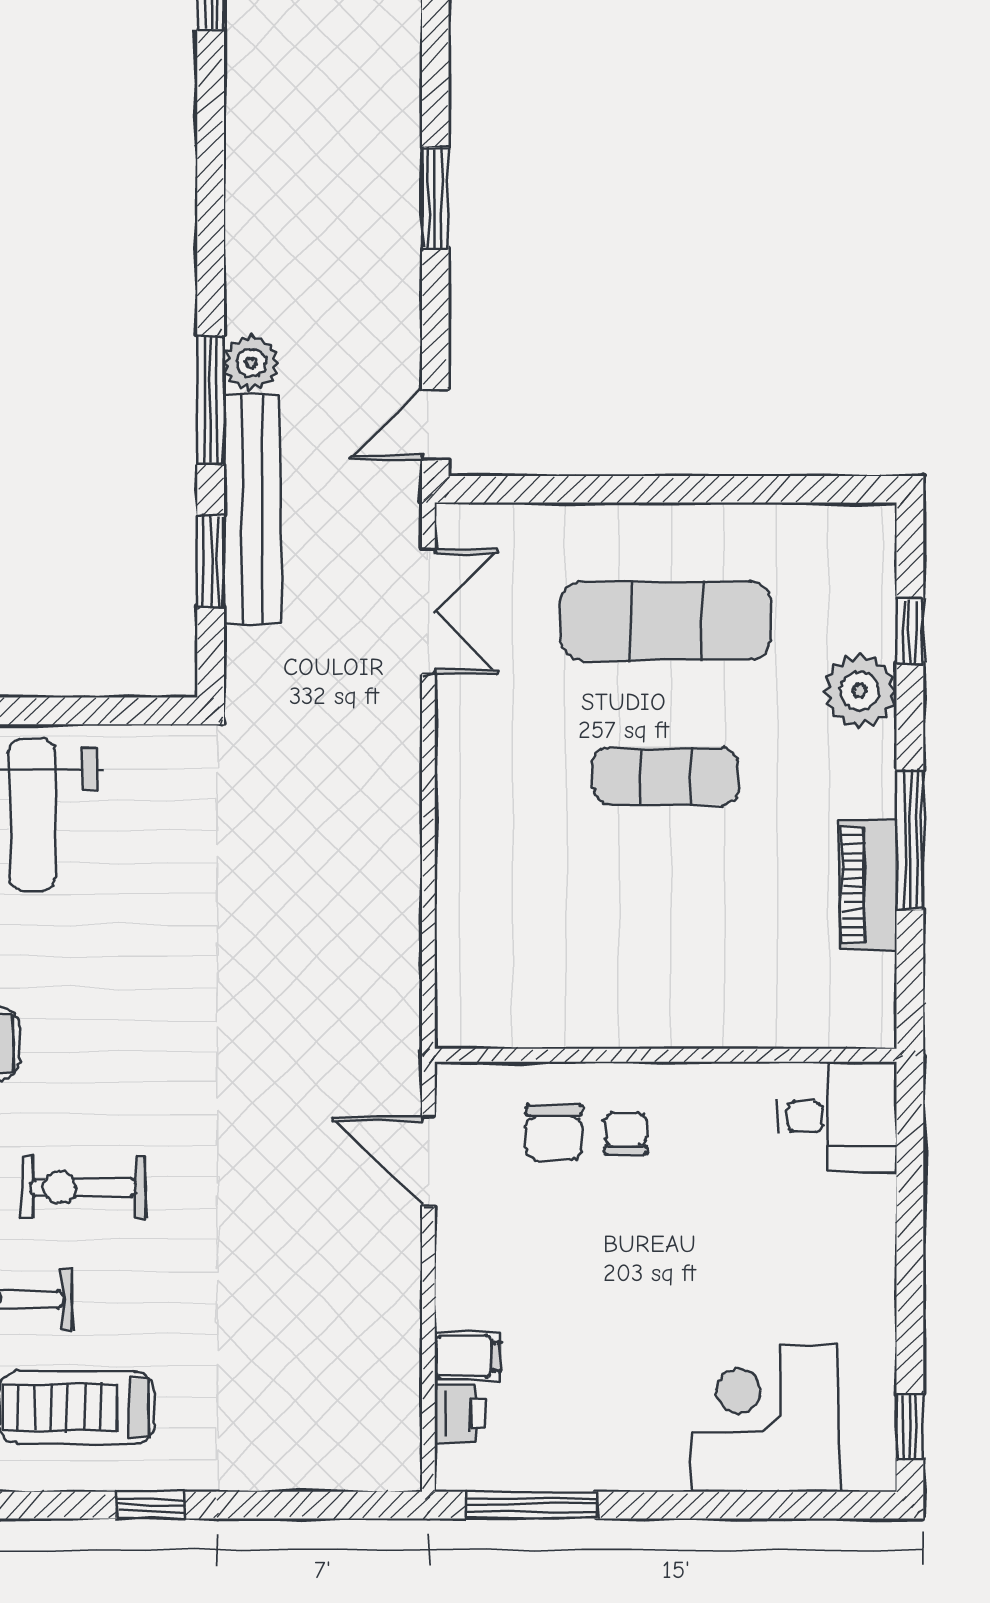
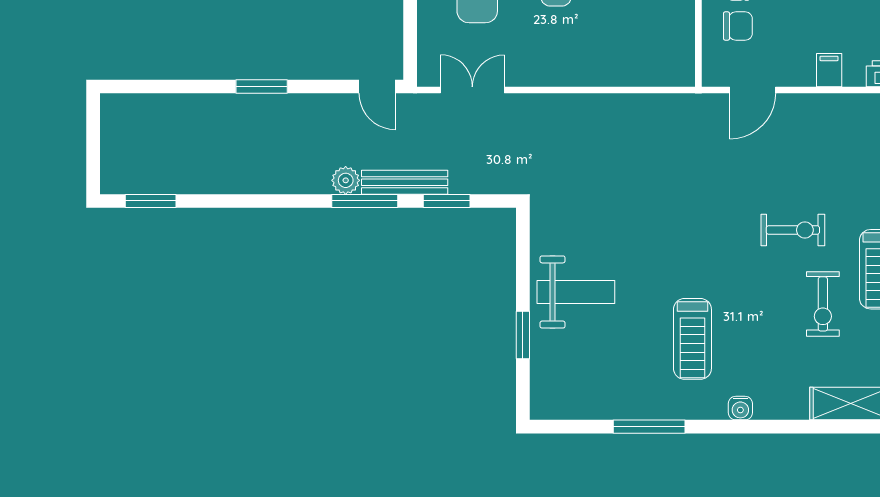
bench: (252, 510) -> (405, 182), width x0.73, depth x0.82
exercise bike: (83, 1187) -> (793, 230), moved, turned -90
filing cabinet: (467, 1356) -> (829, 70), moved

